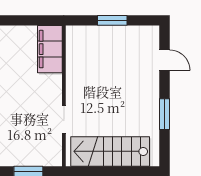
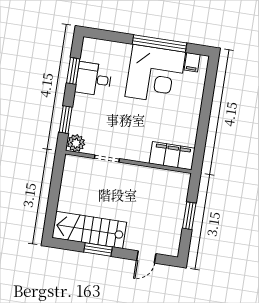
stairs: (110, 151) -> (89, 230), moved, turned -90
plant: (52, 156) -> (76, 143), added

